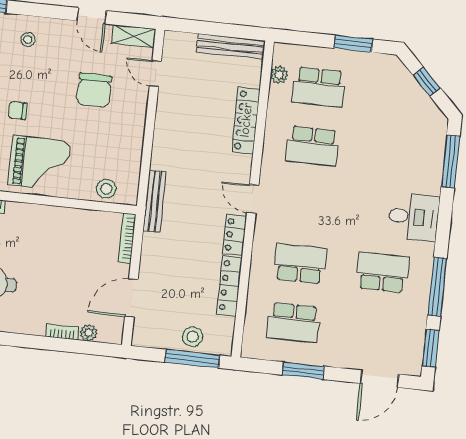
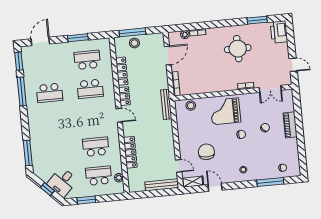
bench: (231, 46) -> (162, 185), moved
desk: (414, 217) -> (62, 182), moved, turned -45

